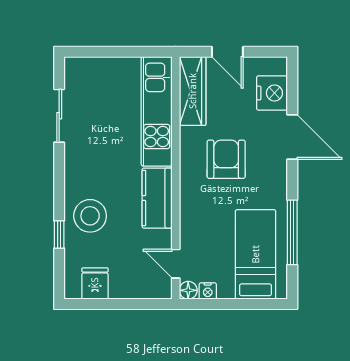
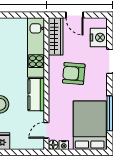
armchair: (226, 159) -> (74, 74), turned -85
bed: (256, 254) -> (90, 125), width x1.50
door: (176, 264) -> (46, 130), hinge flipped

